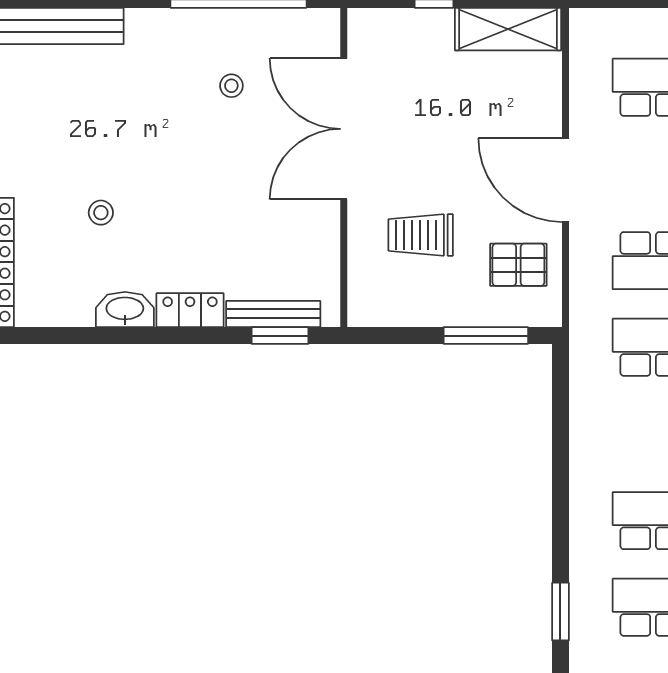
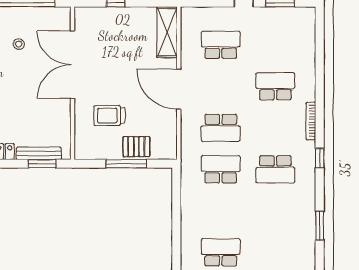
shelving: (508, 29) -> (167, 32), moved, turned 90
pallet: (518, 265) -> (136, 147), moved
window: (486, 336) -> (126, 164), moved

